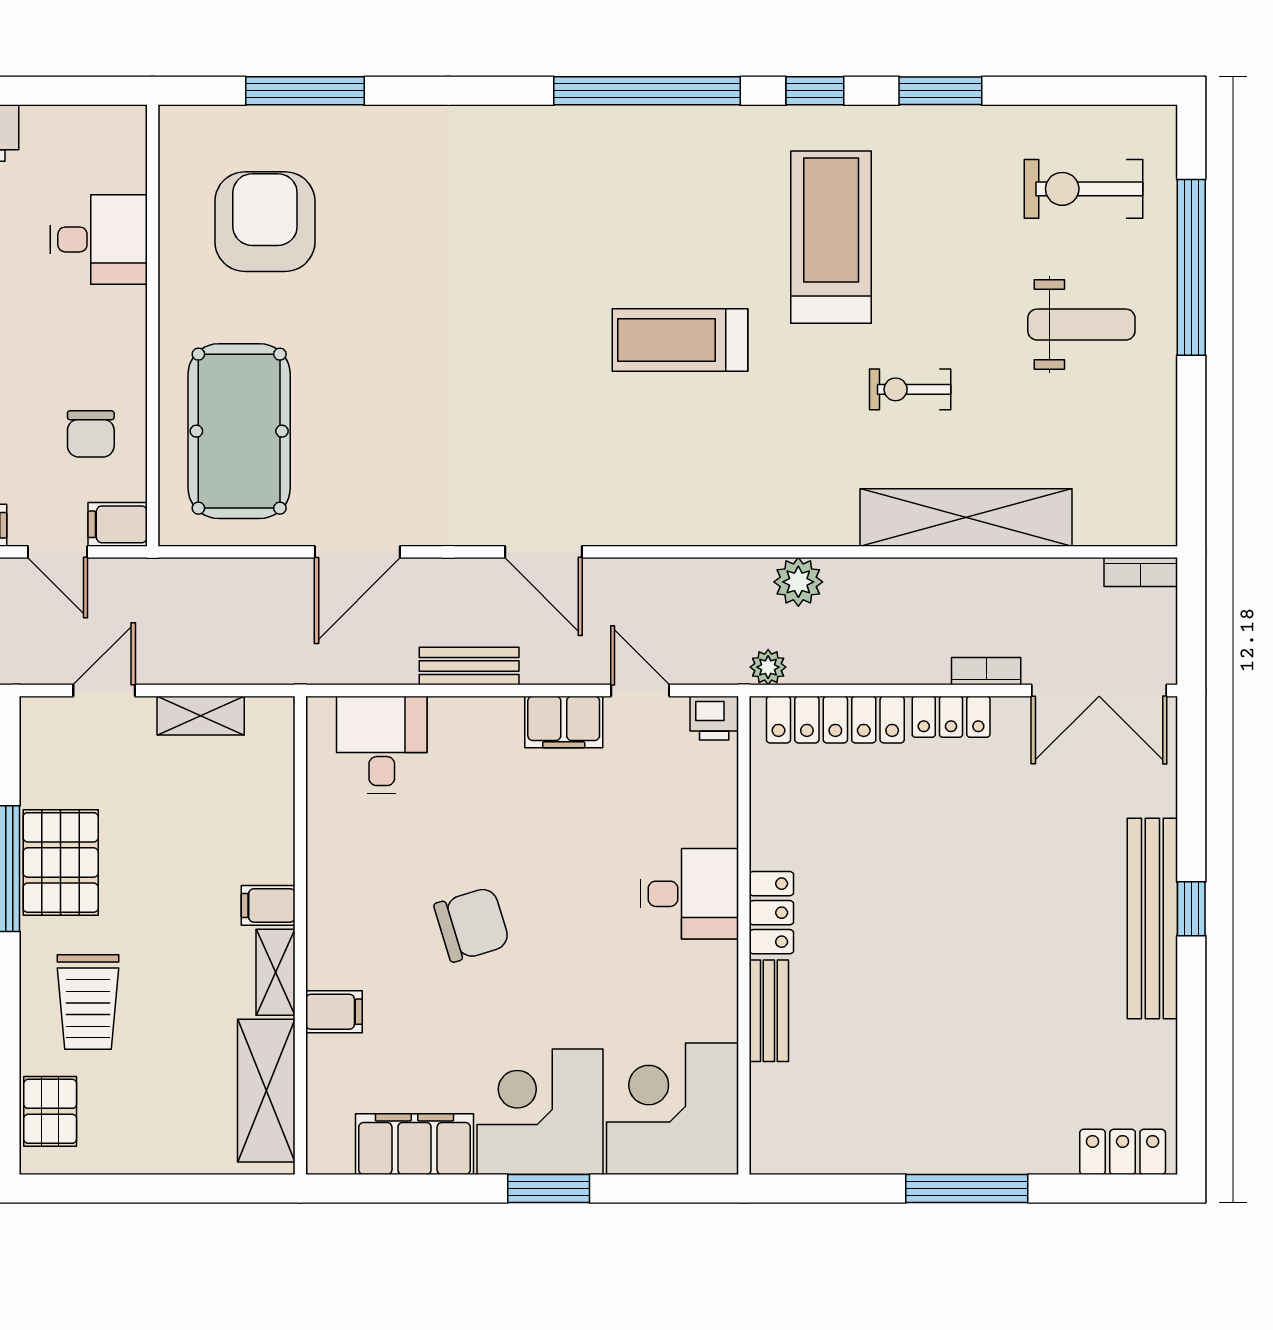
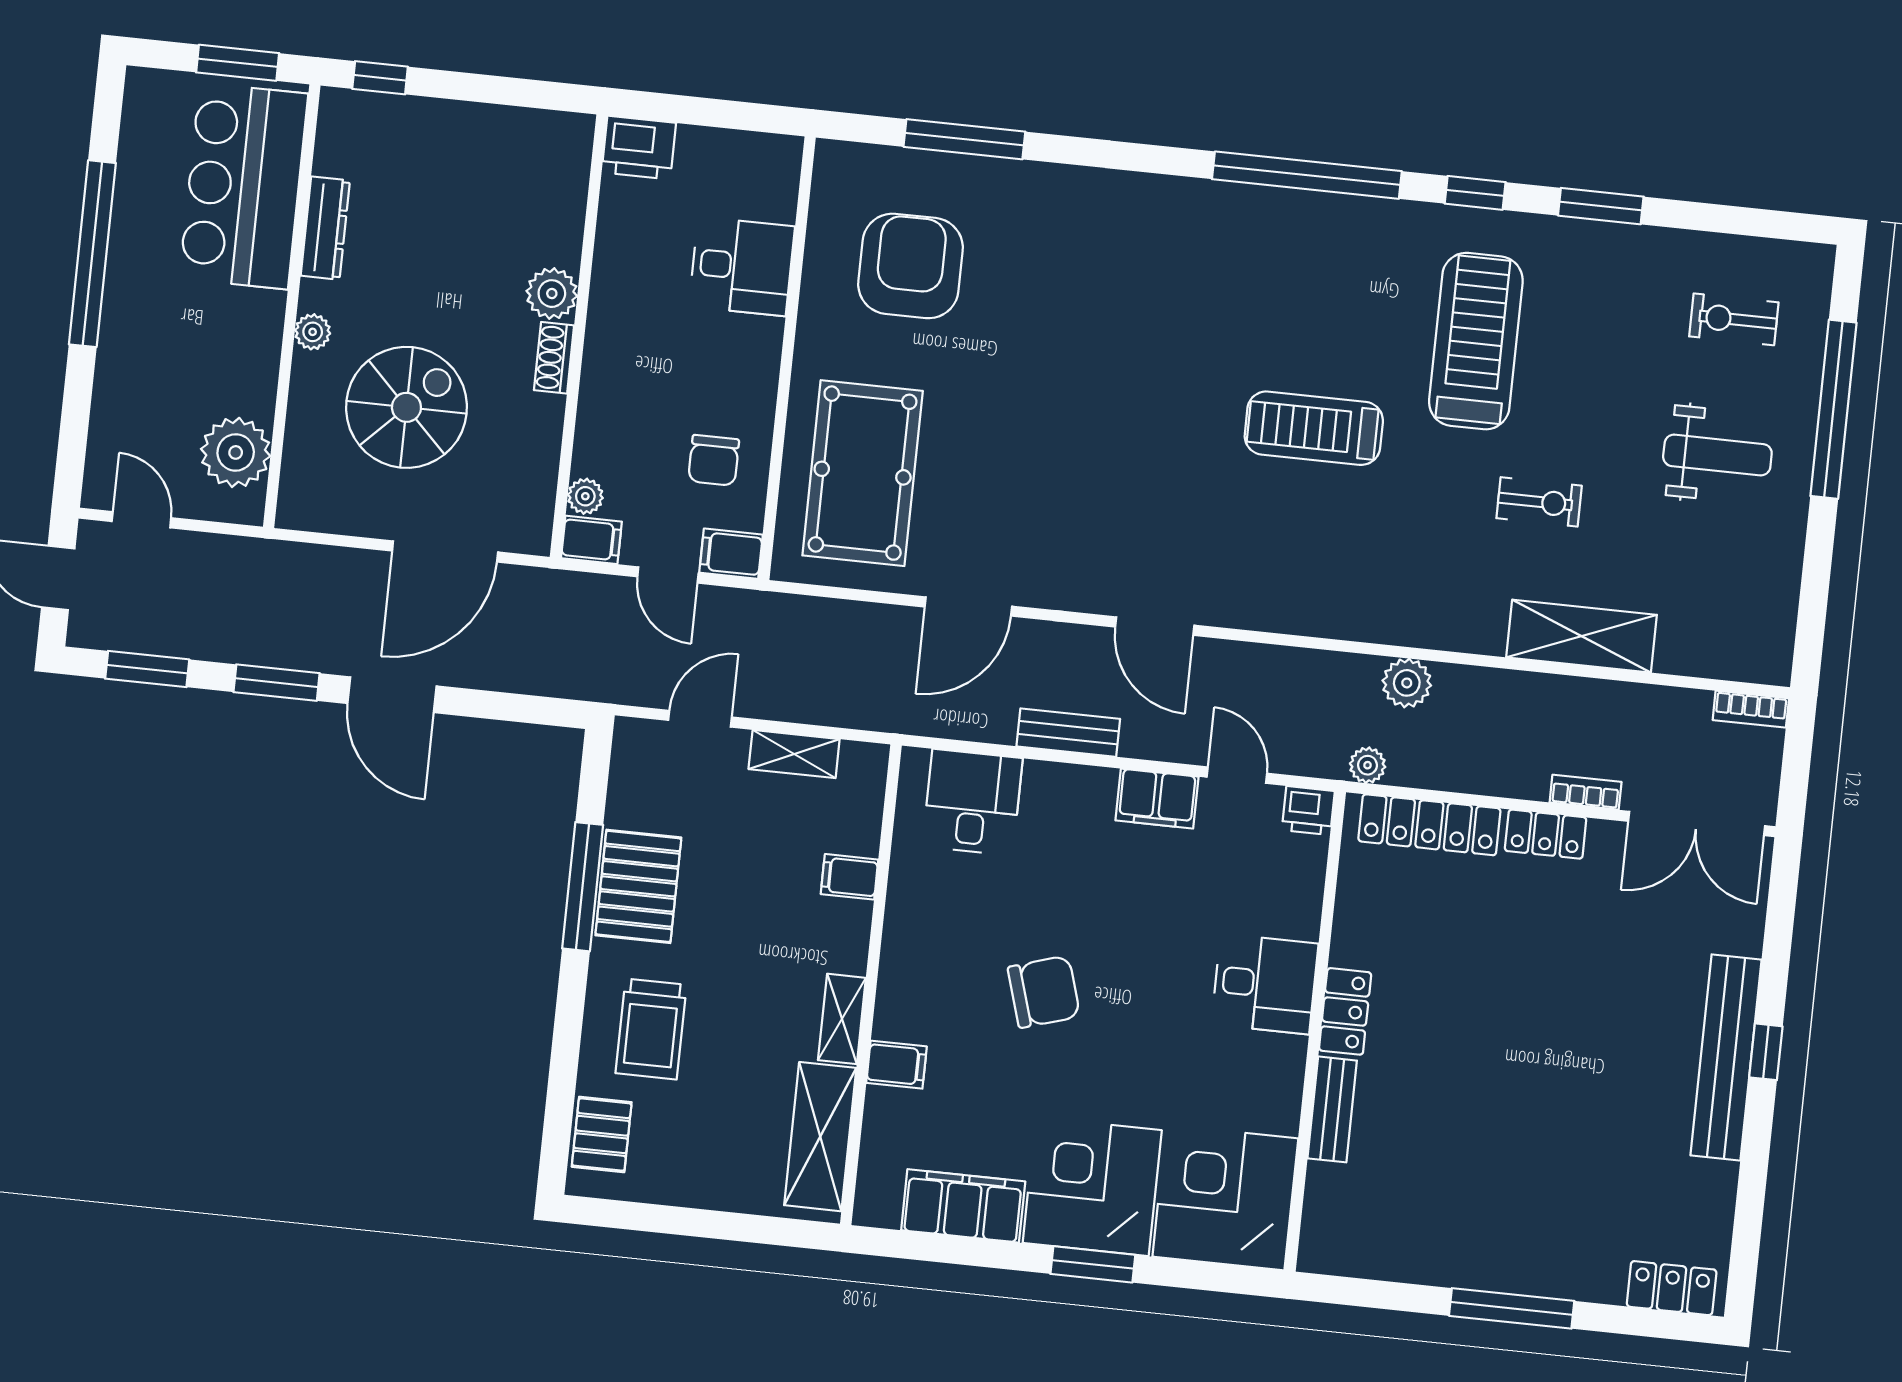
exercise bike: (1083, 189) -> (1734, 319), width x0.73, depth x0.72
exercise bike: (910, 389) -> (1539, 502), turned 180
shelving: (966, 517) -> (1582, 636), width x0.68
filing cabinet: (268, 905) -> (850, 877), moved

